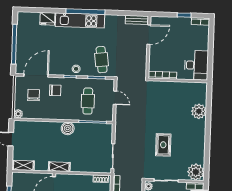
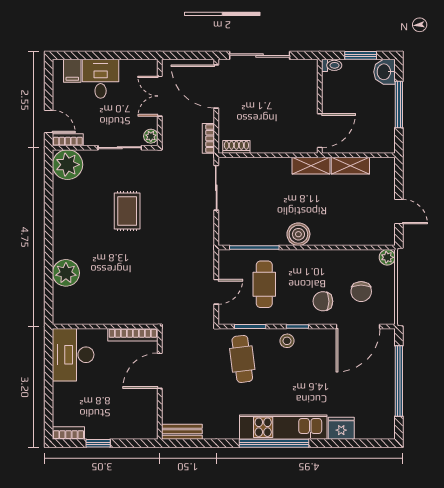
door: (149, 35) -> (160, 371), moved
door: (115, 98) -> (216, 292), swing flipped
shelving: (23, 165) -> (350, 166), moved

